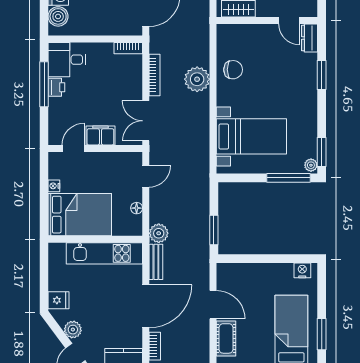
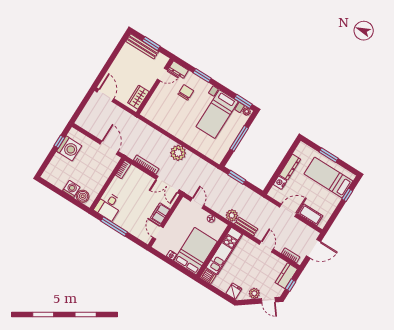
chair: (233, 70) -> (186, 92), moved
plant: (197, 79) -> (178, 153), moved
printer: (56, 87) -> (120, 221), removed
bed with nightstands: (251, 136) -> (217, 114), moved, turned 180
window: (288, 178) -> (239, 138), moved
window: (214, 230) -> (237, 177), moved
dishwasher: (57, 253) -> (208, 276), added
nightstand: (302, 270) -> (280, 183), moved
dresser: (273, 271) -> (290, 167), added
door: (146, 306) -> (266, 247), width x0.53
window: (322, 334) -> (329, 155), moved

